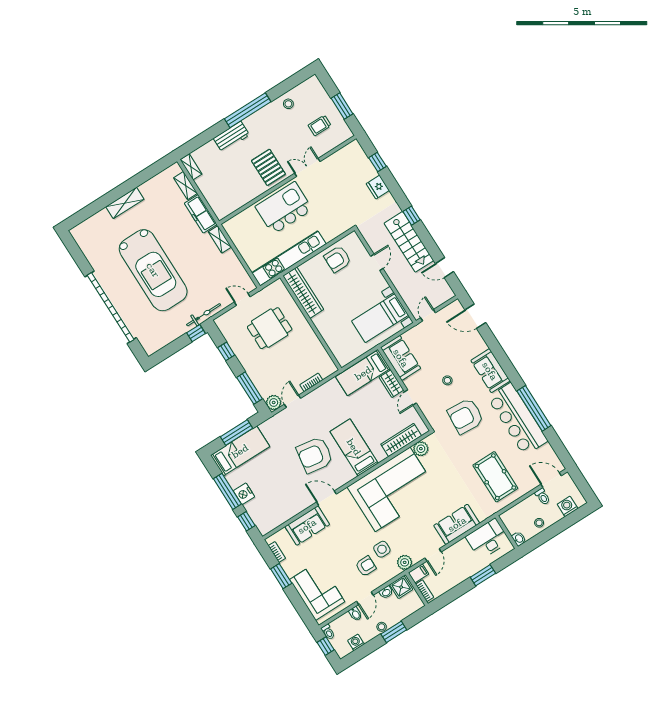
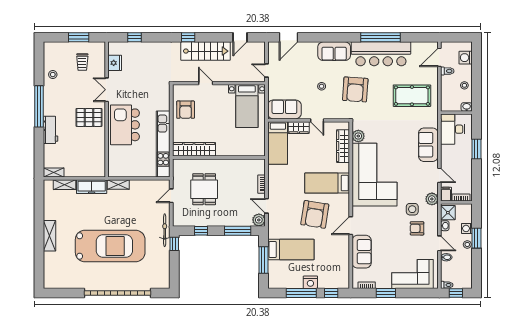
fridge: (378, 187) -> (115, 63), moved, turned -90
bed: (240, 451) -> (291, 250), moved, turned 90
armchair: (366, 566) -> (417, 228), turned -90
washing machine: (356, 642) -> (467, 228), moved

